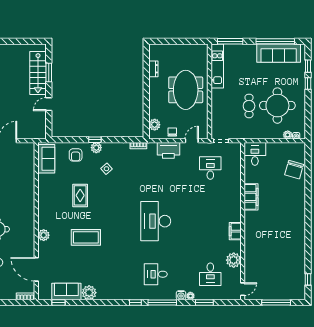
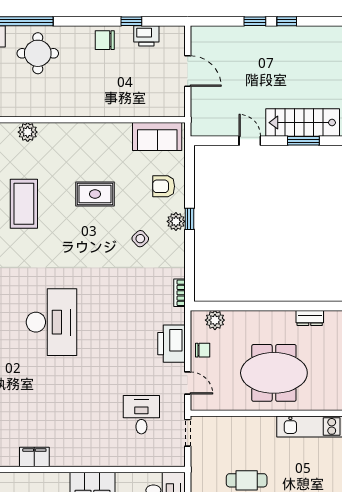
desk: (210, 168) -> (141, 415), turned -90
desk: (156, 221) -> (51, 322), turned 90

